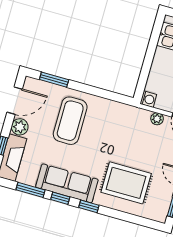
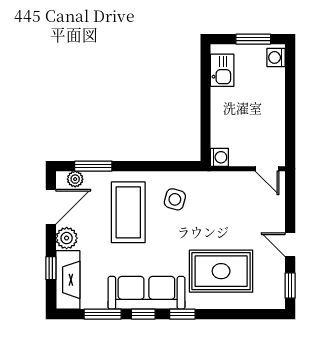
plant: (157, 119) -> (75, 179), moved
side table: (107, 121) -> (175, 199), added

